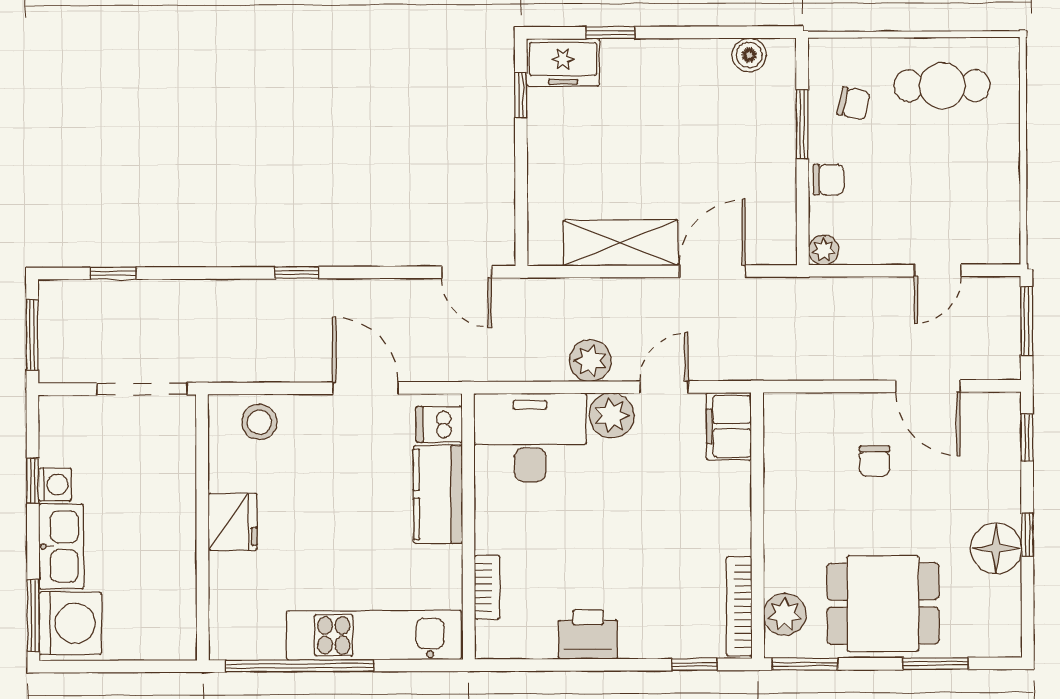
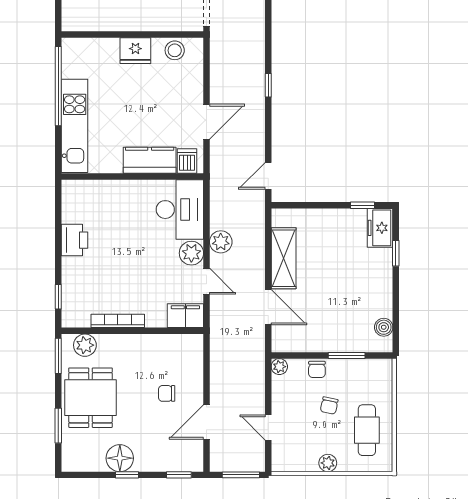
chair: (854, 103) -> (329, 406), moved
plant: (1004, 159) -> (328, 463), added
stool: (259, 422) -> (175, 50), moved
bookcase: (487, 587) -> (100, 186), removed
bookcase: (739, 606) -> (118, 321), moved

